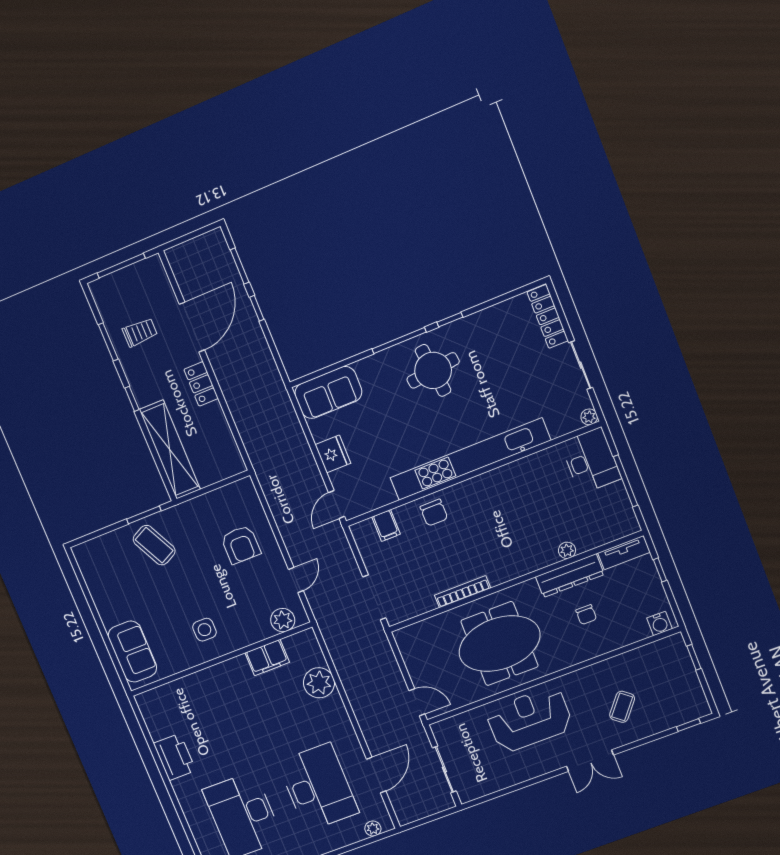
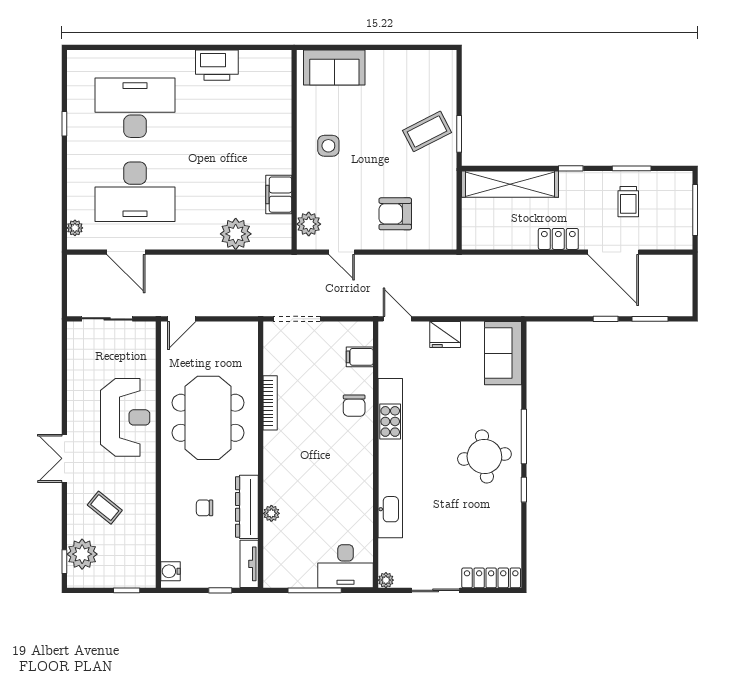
chair: (434, 513) -> (354, 406), turned -90
plant: (675, 711) -> (82, 554), added

